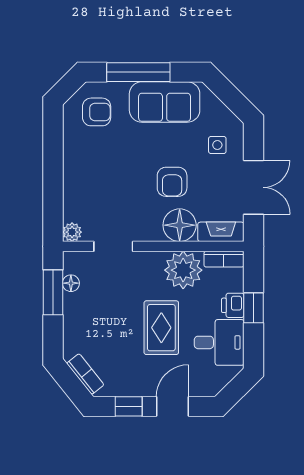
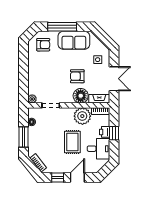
armchair: (172, 182) -> (77, 76), turned 90
window: (53, 292) -> (24, 137), moved

